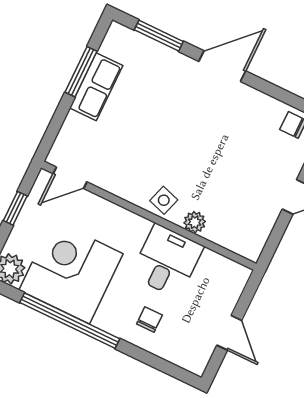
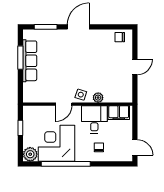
row of seats: (96, 87) -> (30, 61), width x1.48
door: (70, 178) -> (64, 104), moved
filing cabinet: (221, 271) -> (119, 113), added
door: (229, 333) -> (135, 147), moved

